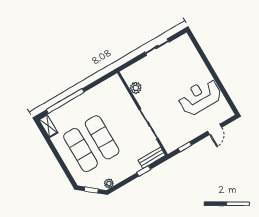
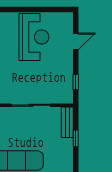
reception desk: (200, 97) -> (34, 37), turned 180
door: (215, 129) -> (76, 41), hinge flipped

